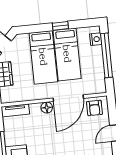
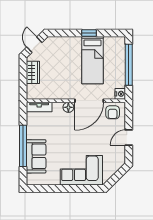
nightstand: (96, 39) -> (120, 94), moved
bed: (43, 57) -> (70, 61), removed

